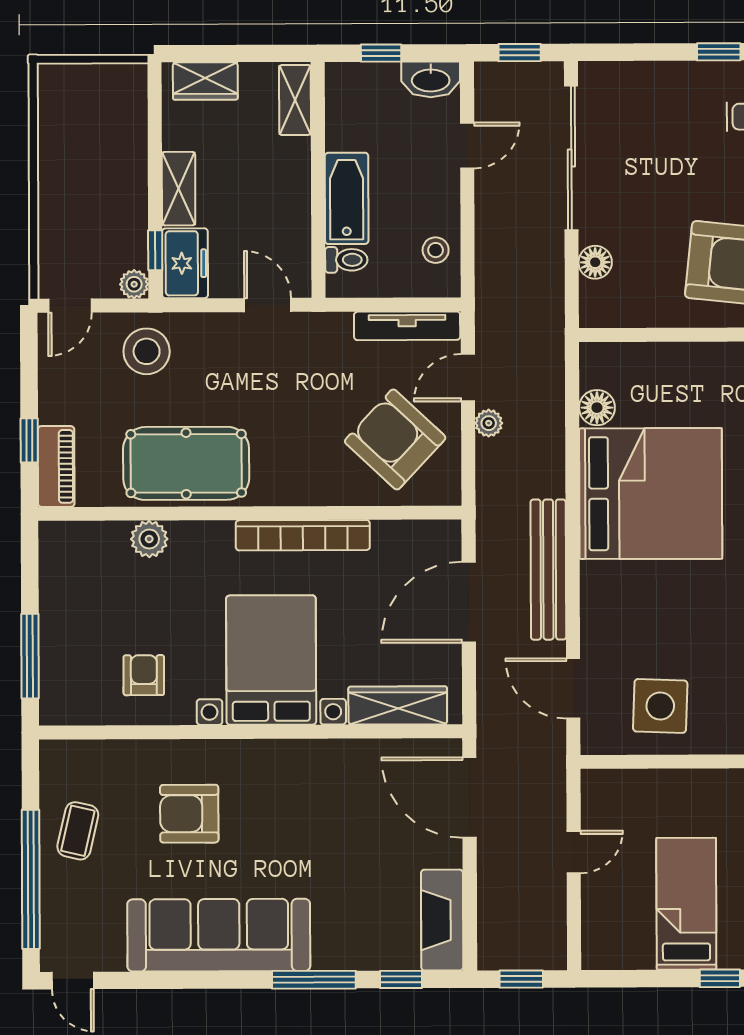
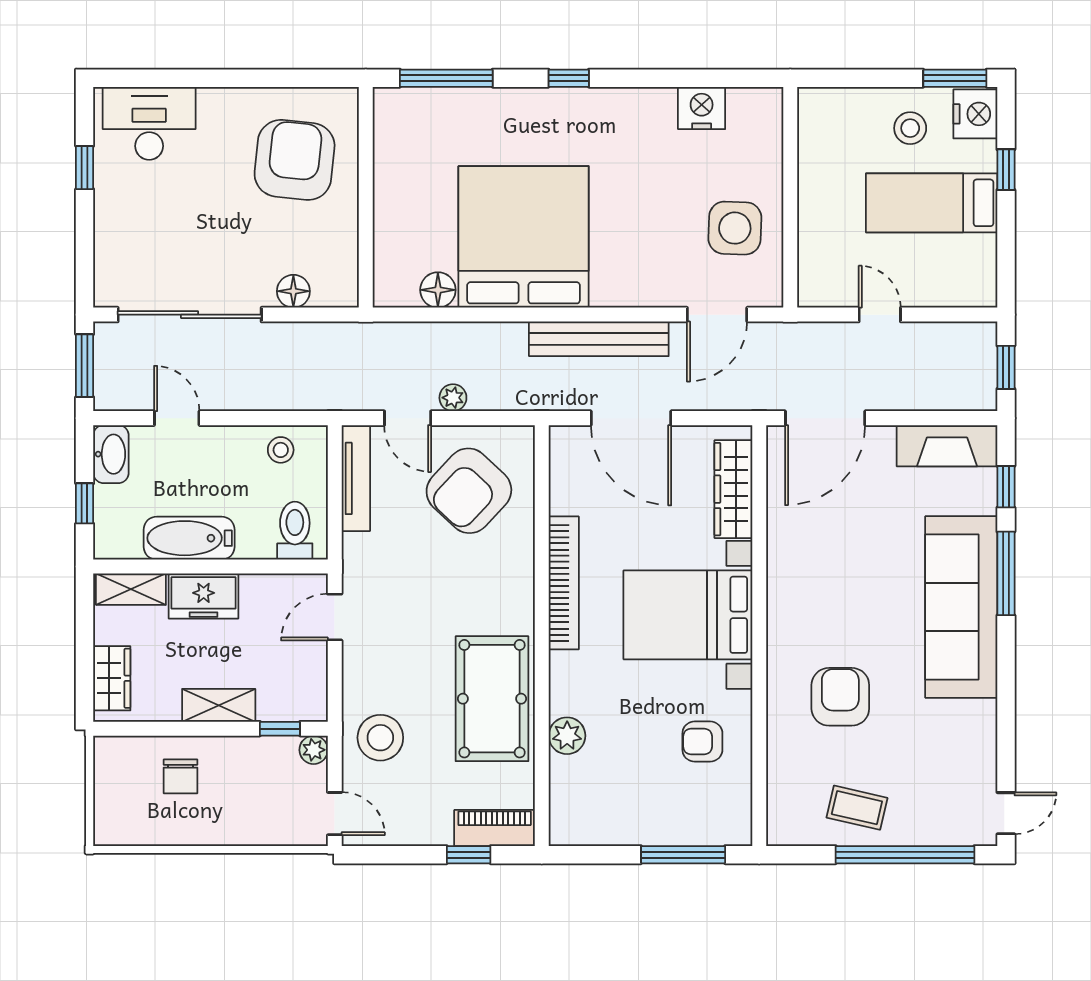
window: (520, 53) -> (85, 366), width x1.50
chair: (107, 150) -> (180, 776), added
bathtub: (347, 198) -> (189, 538), moved
toilet: (346, 260) -> (295, 531), width x1.37, depth x1.39
freezer: (185, 263) -> (204, 596), moved, turned 180
armchair: (189, 814) -> (840, 697), turned 180
sofa: (219, 935) -> (961, 607), moved

